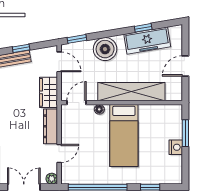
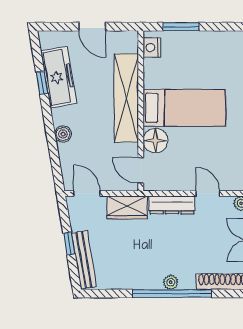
window: (77, 39) -> (57, 170), removed
boiler: (105, 49) -> (63, 134), width x0.54, depth x0.54
door: (59, 62) -> (87, 194), hinge flipped
floor lamp: (99, 109) -> (155, 140), width x1.89, depth x1.89
nightstand: (176, 147) -> (152, 47), moved, turned -90

